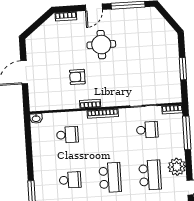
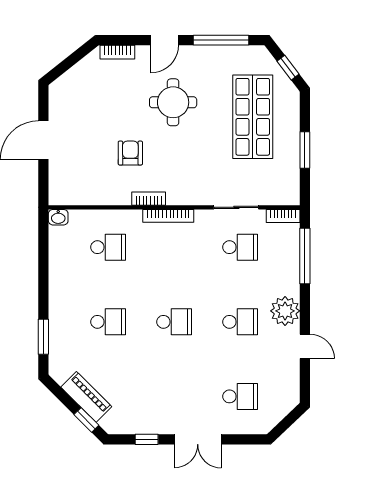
window: (170, 19) -> (288, 68), added
shop shelf: (150, 50) -> (253, 117), added
armchair: (77, 77) -> (130, 153), turned 90
school desk: (150, 175) -> (240, 322), width x0.54
school desk: (110, 177) -> (174, 322), width x0.54

